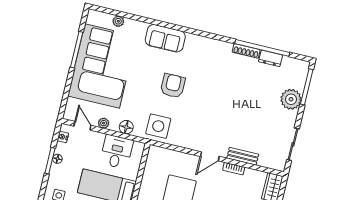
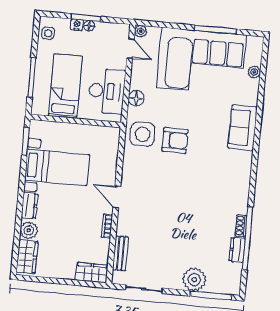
shoe rack: (246, 51) -> (241, 226), width x0.70
armchair: (173, 86) -> (175, 140), moved
plant: (104, 123) -> (141, 31), moved
door: (82, 126) -> (130, 49), hinge flipped
nightstand: (63, 137) -> (77, 25), moved
desk: (117, 152) -> (107, 91), width x1.37
bench: (243, 156) -> (120, 253), moved

